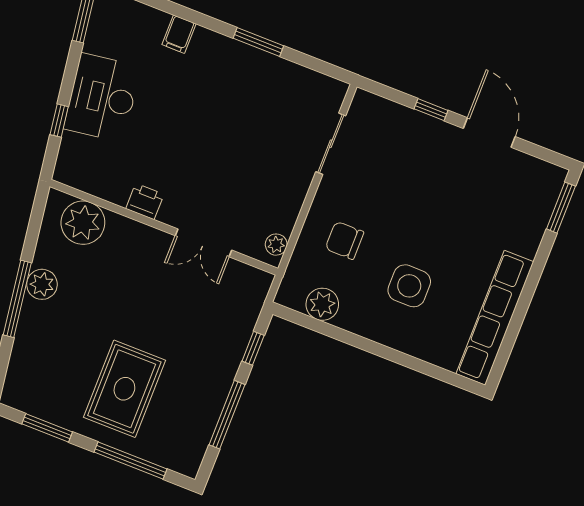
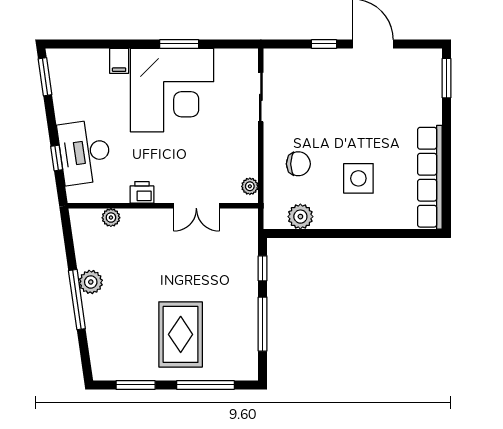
corner desk: (228, 94) -> (172, 90), added
desk: (102, 98) -> (85, 152), moved
plant: (83, 223) -> (111, 218), width x0.53, depth x0.53
chair: (345, 240) -> (298, 164), turned 180

